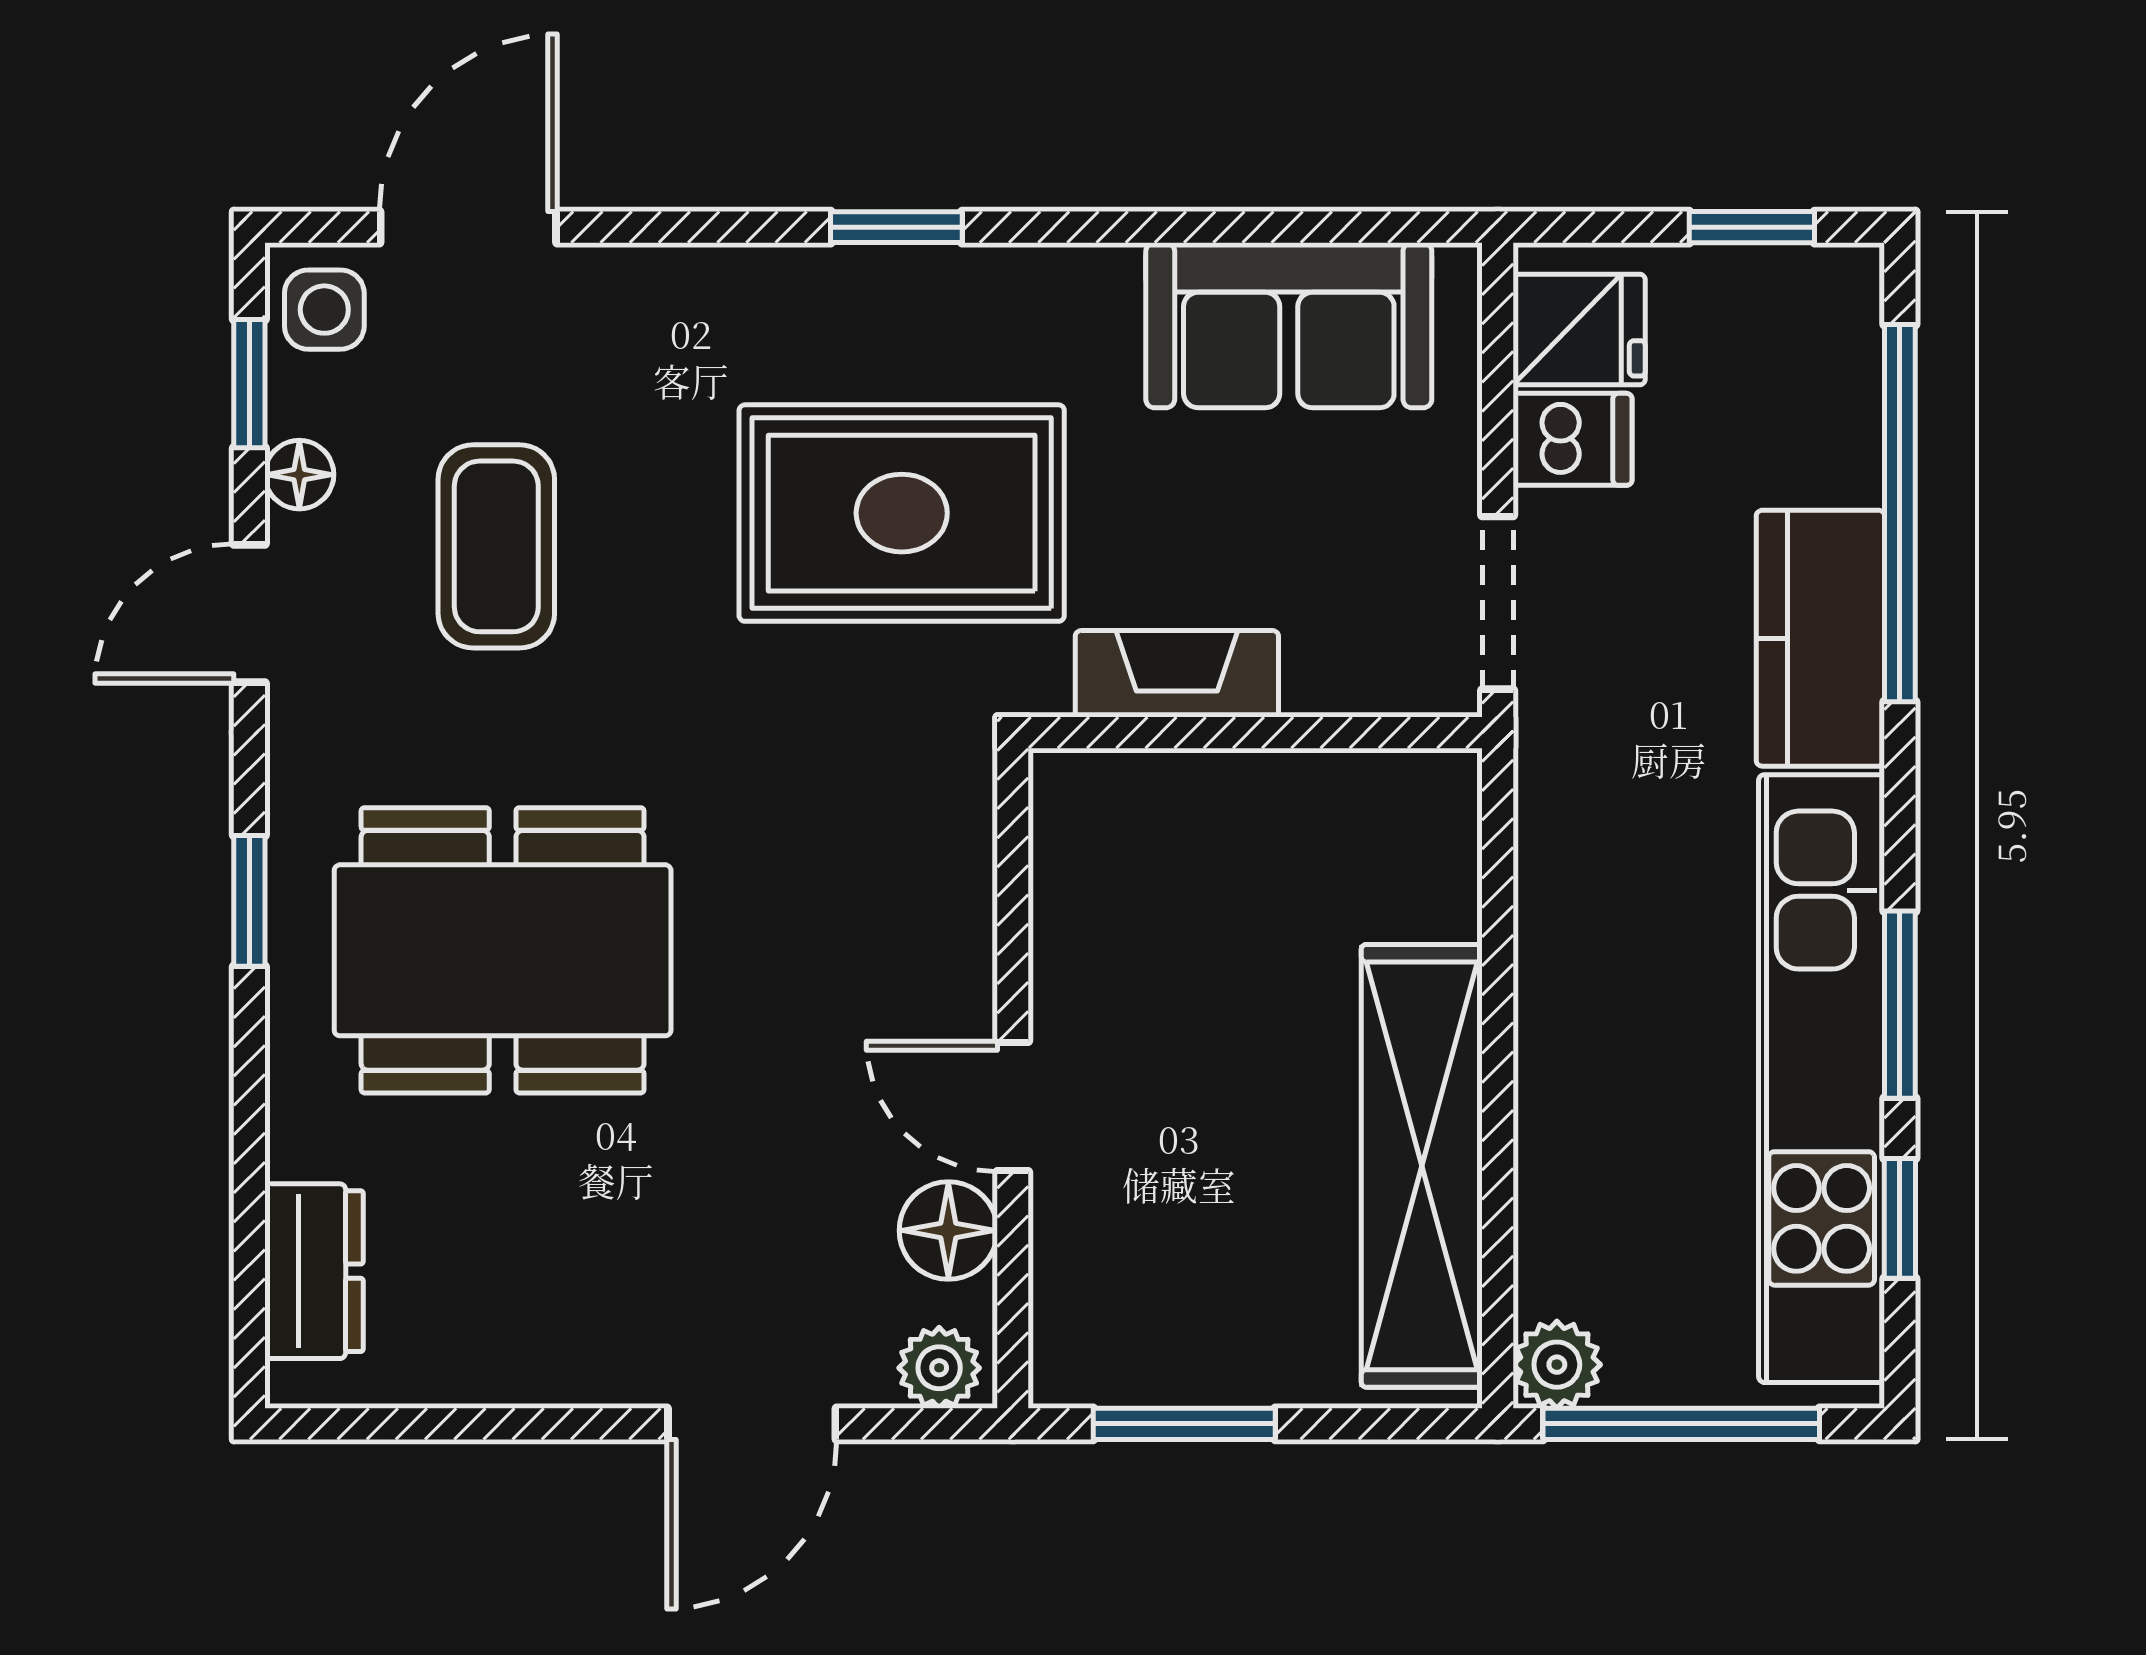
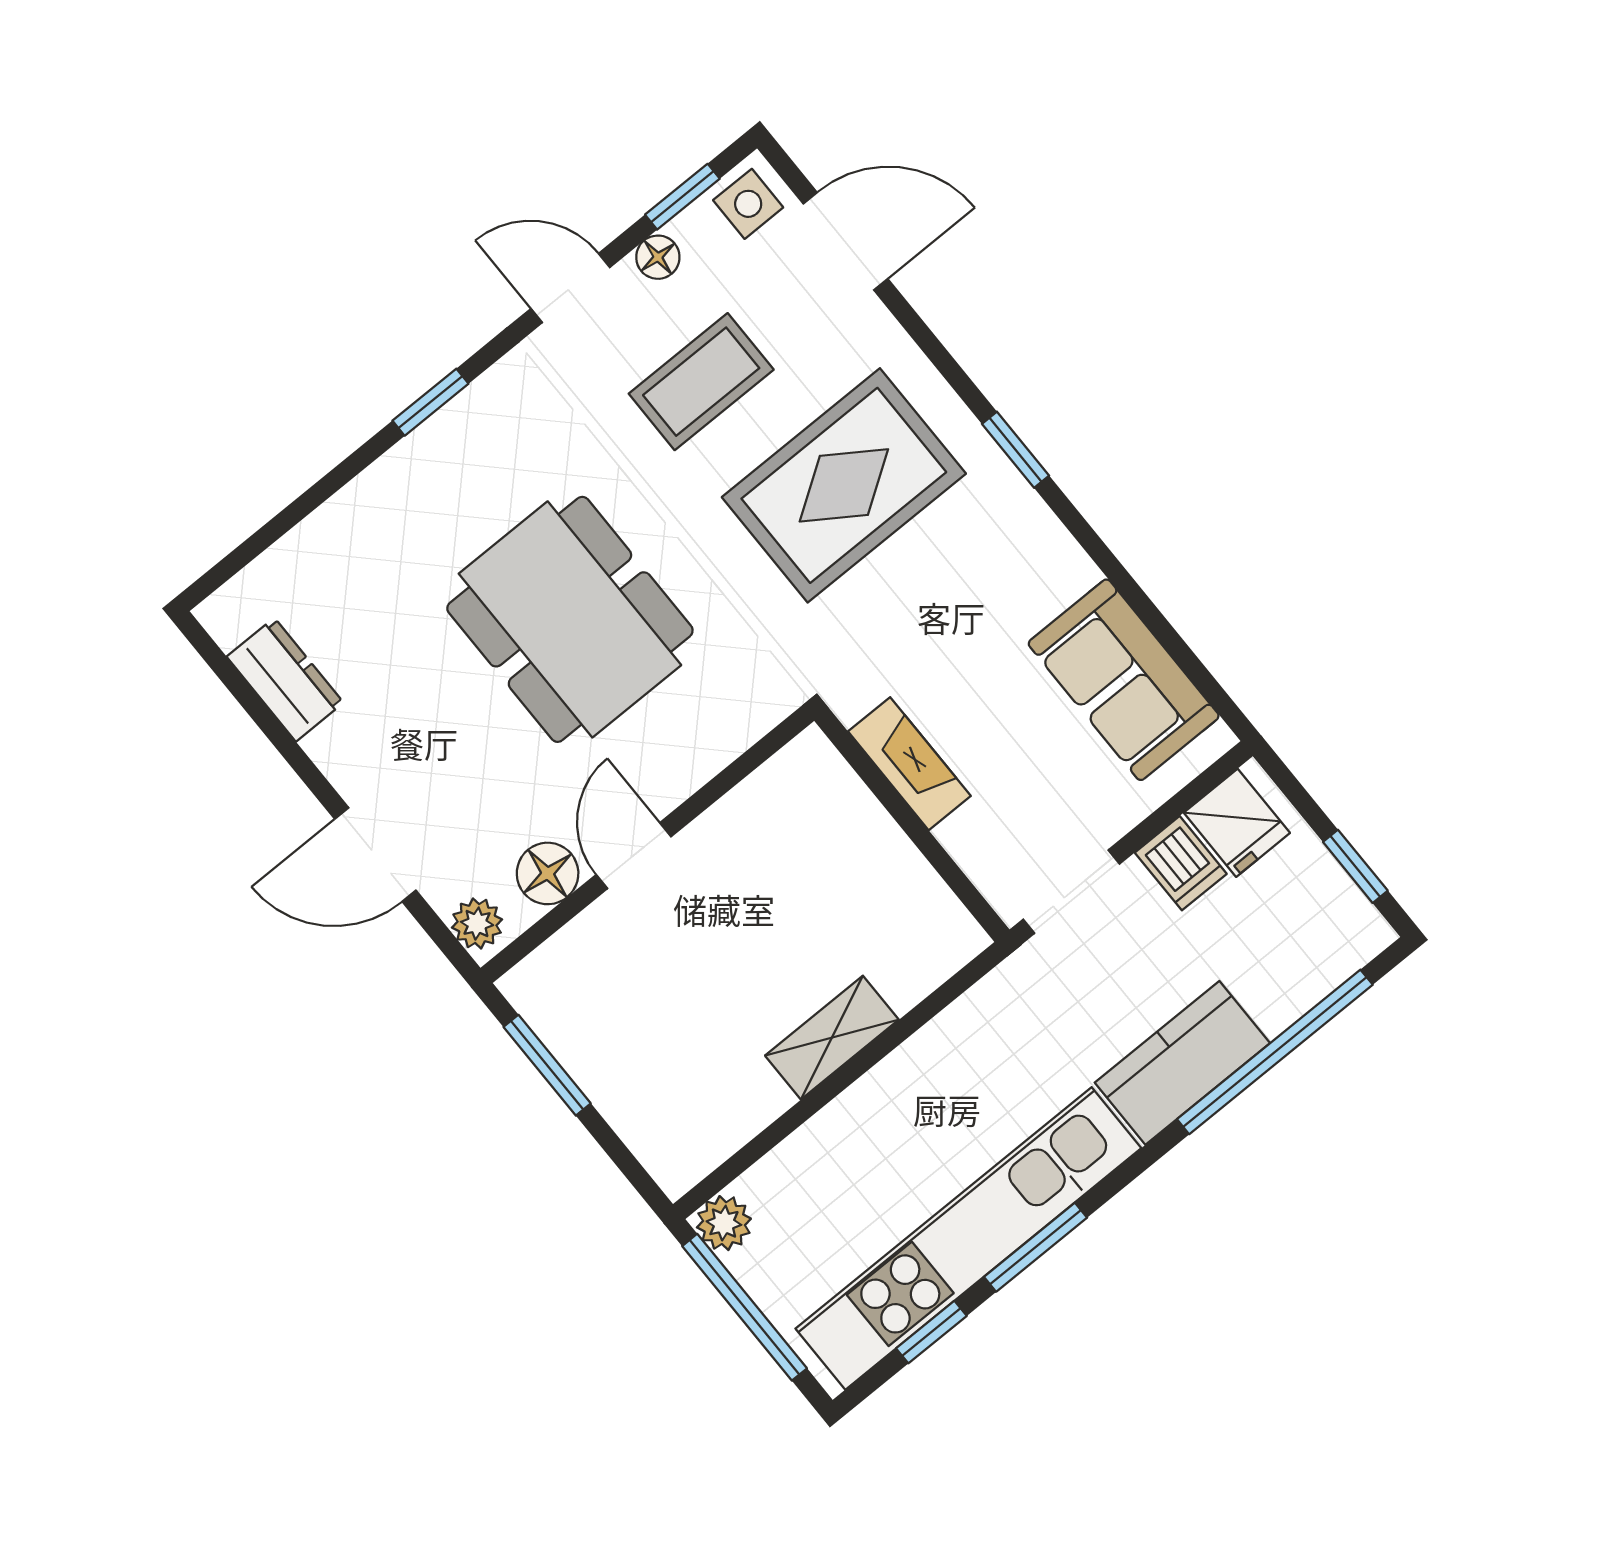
rug: (902, 513) -> (844, 485), moved, turned 90
dining table: (503, 950) -> (570, 619), moved
shelving: (1422, 1166) -> (832, 1038), width x0.45, depth x0.75
dresser: (314, 1271) -> (285, 680), moved, turned -90

